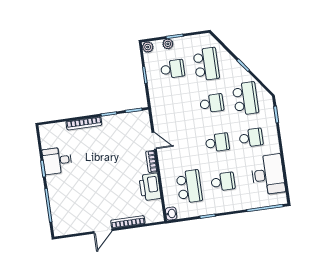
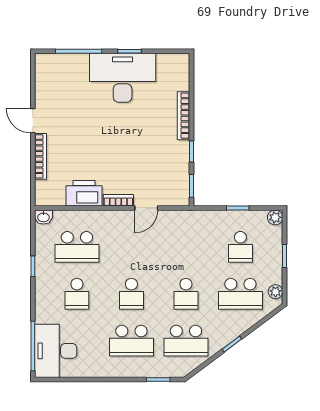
plant: (168, 44) -> (276, 292), moved
school desk: (251, 138) -> (131, 341), width x1.85
desk: (57, 161) -> (123, 78), width x1.87, depth x1.30
desk: (268, 175) -> (56, 351), moved, turned 90

